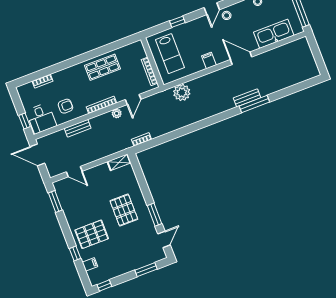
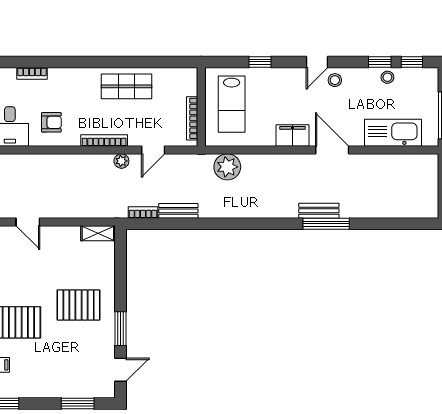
filing cabinet: (209, 60) -> (292, 135), width x2.00
bench: (78, 128) -> (178, 211), moved
pallet: (124, 210) -> (79, 305), turned 90

